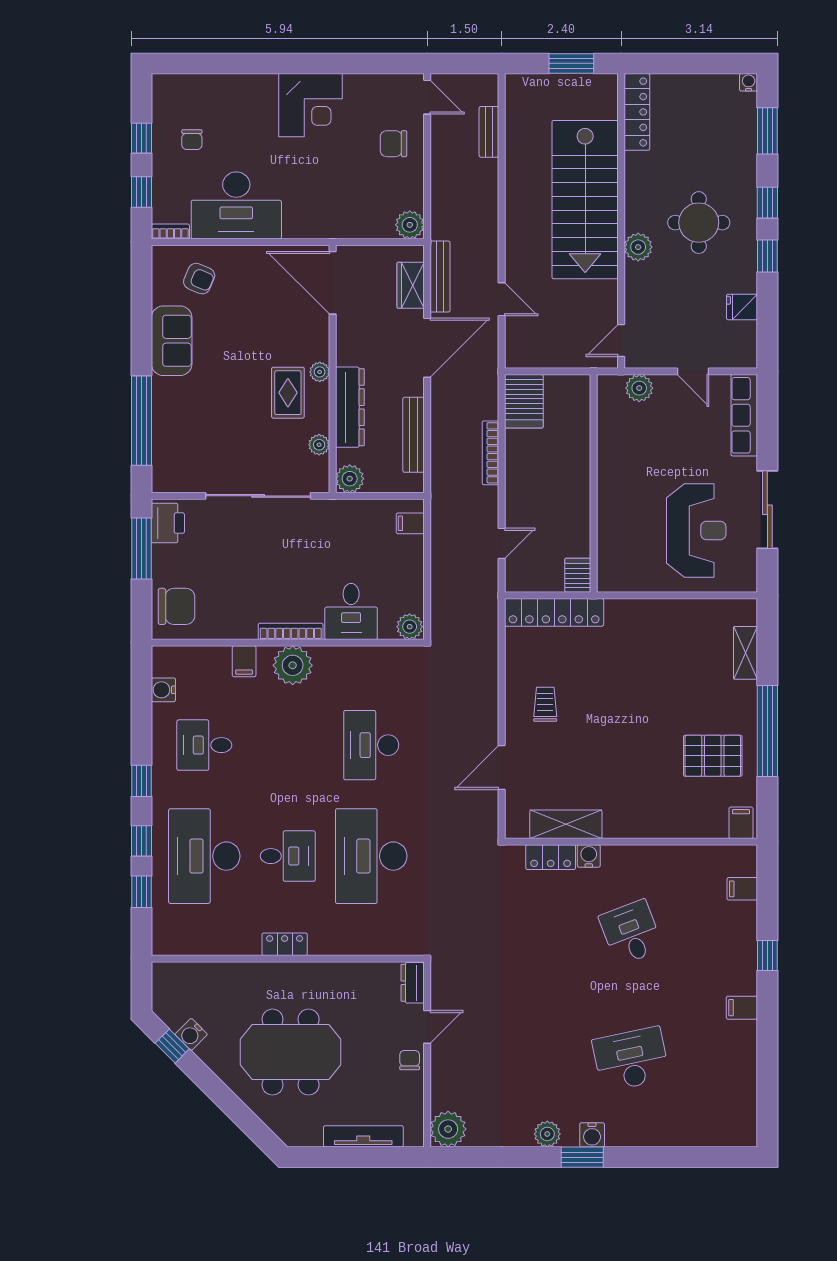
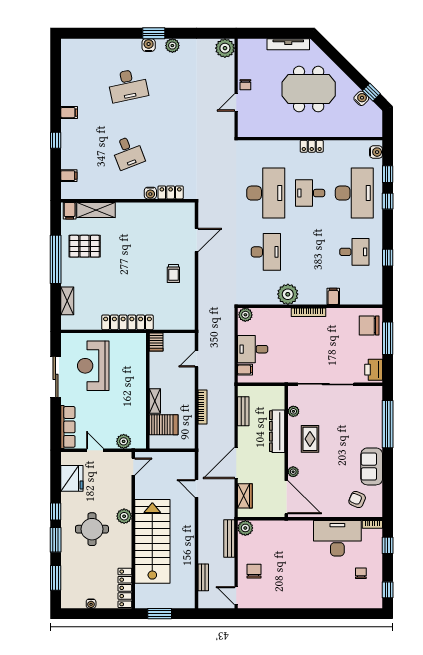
water cooler: (749, 82) -> (91, 604), moved
corner desk: (311, 105) -> (298, 592), removed
window: (141, 138) -> (388, 590), moved
chair: (393, 144) -> (254, 571), turned -90
window: (767, 203) -> (56, 540), width x1.50
bench: (440, 277) -> (229, 539), moved
fridge: (742, 307) -> (72, 478), width x1.88, depth x1.34
plant: (320, 372) -> (293, 472), moved
server rack: (524, 401) -> (164, 425), moved, turned 90
bench: (414, 435) -> (243, 411), width x0.73
shelving: (580, 464) -> (155, 401), added
plant: (350, 479) -> (277, 393), removed
window: (141, 549) -> (388, 338), moved
desk: (351, 611) -> (253, 349), moved, turned -90
locker: (554, 612) -> (127, 322), moved
plant: (293, 665) -> (288, 294), moved
water cooler: (163, 690) -> (376, 152), moved
window: (141, 781) -> (388, 258), moved
shelving: (566, 824) -> (96, 210), moved
dresser: (413, 983) -> (244, 126), removed
tv unit: (363, 1136) -> (288, 44), moved

